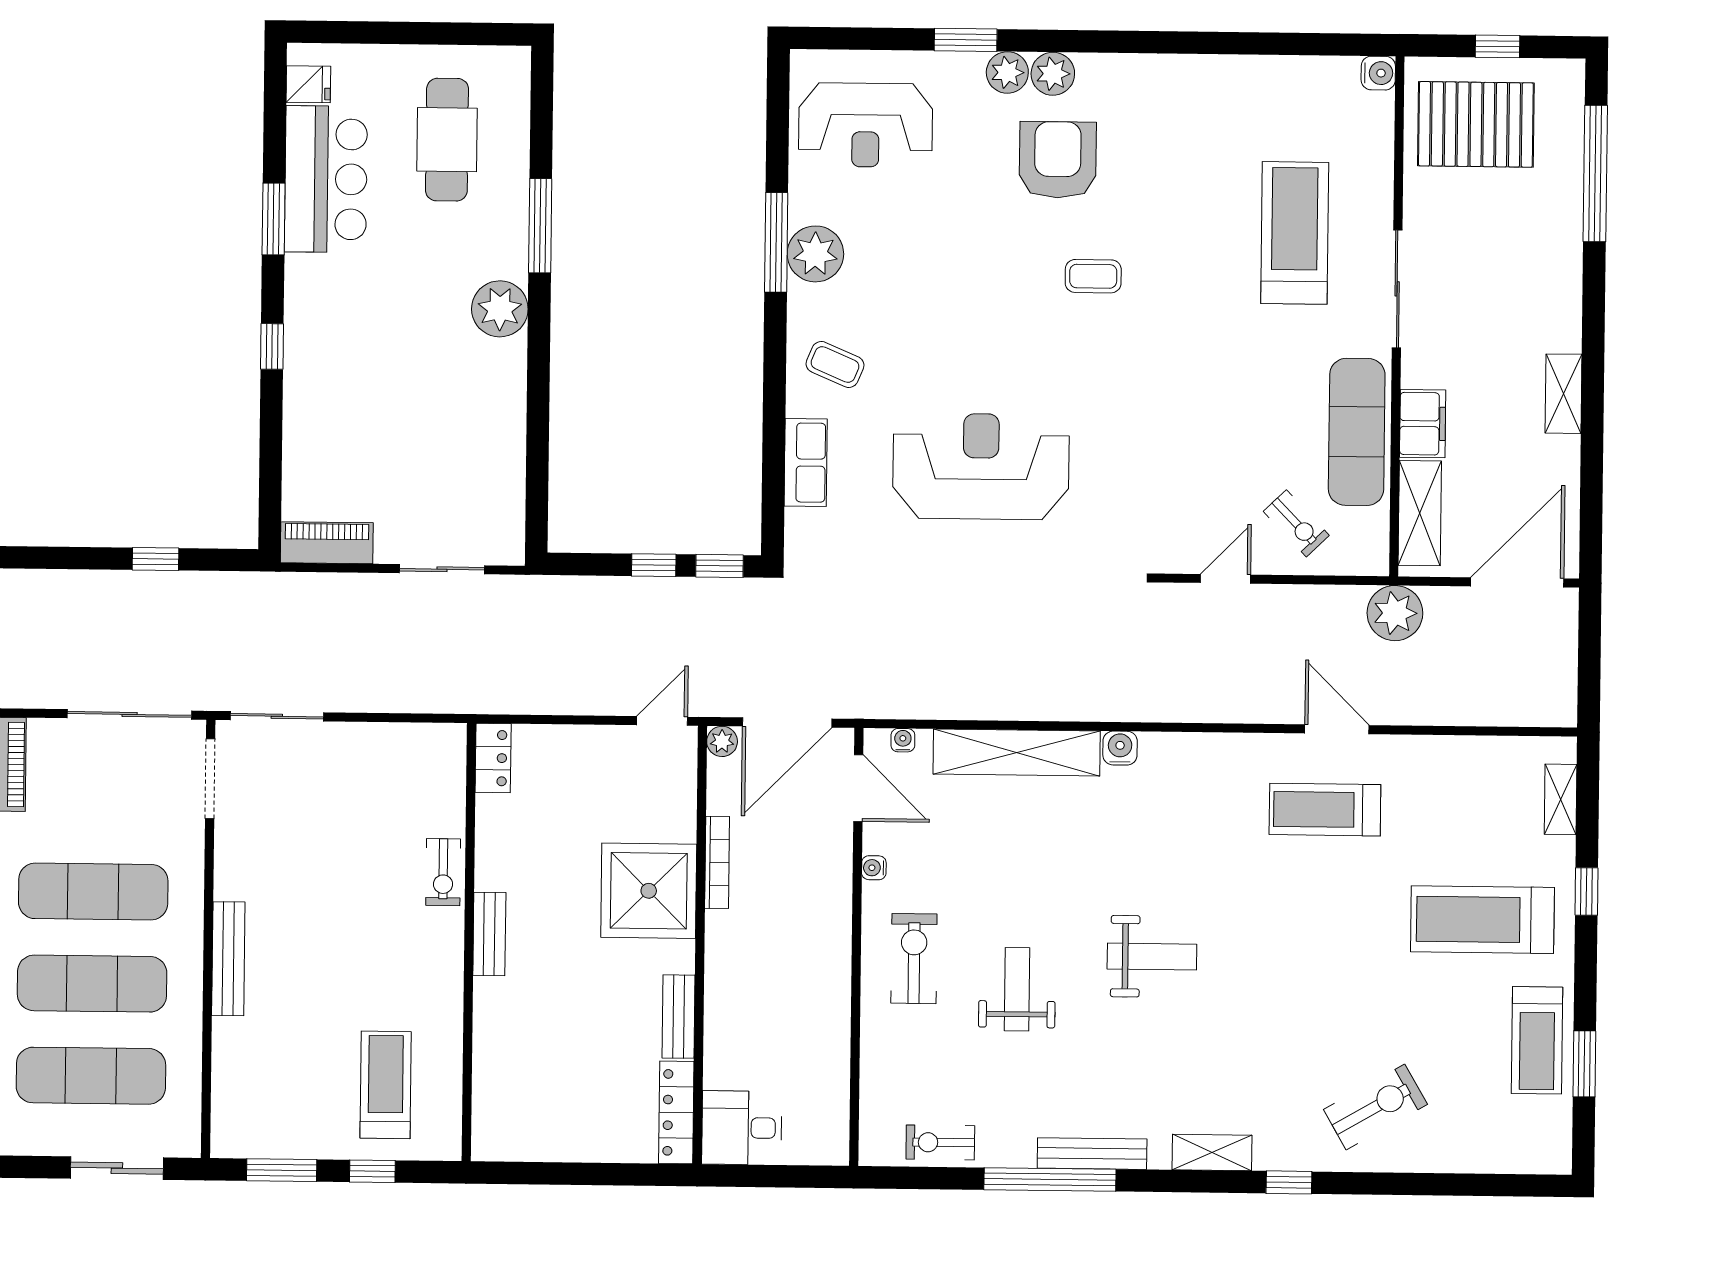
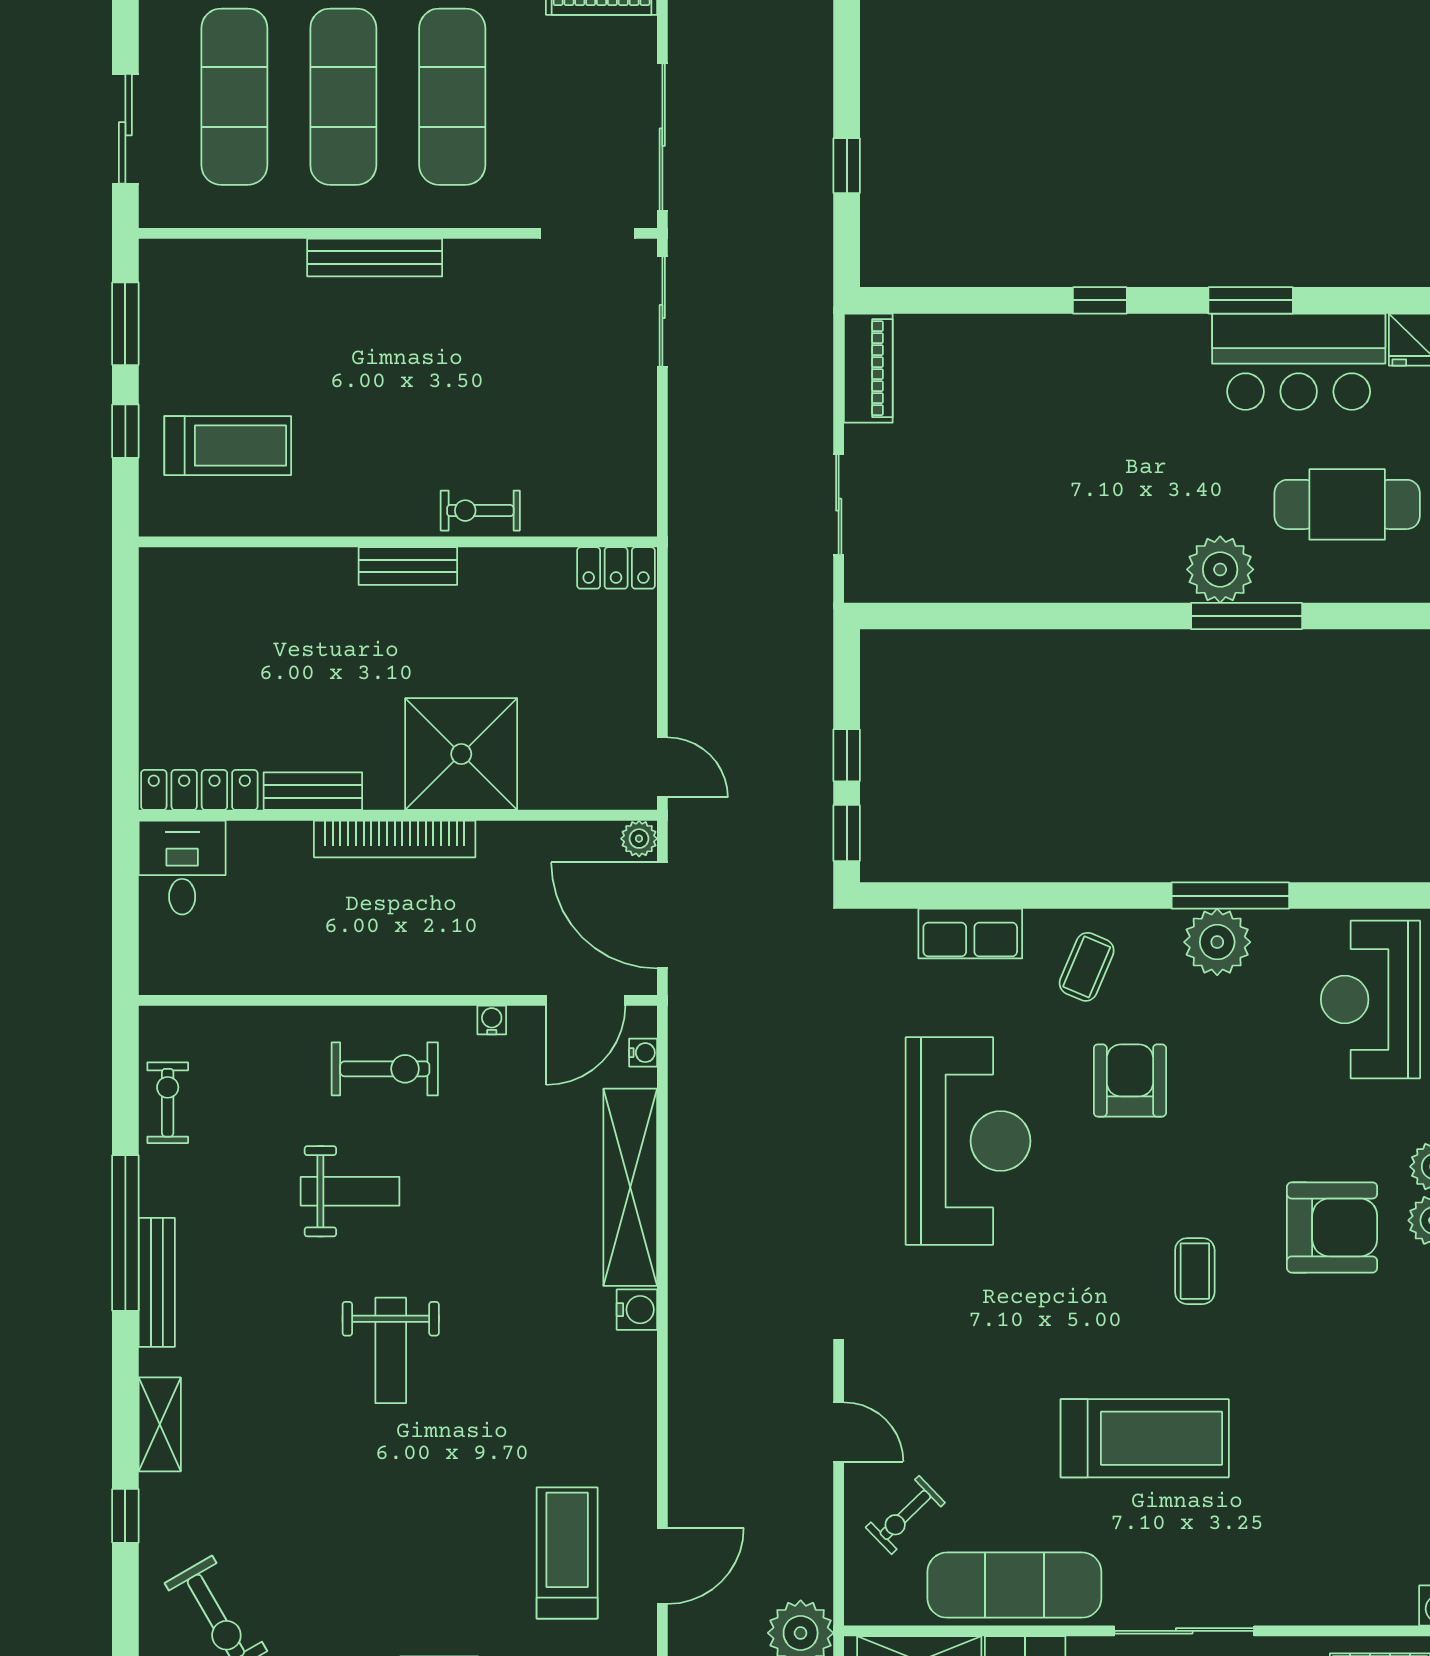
treadmill: (1295, 233) -> (1145, 1438), moved
plant: (500, 309) -> (1220, 569), moved
armchair: (931, 329) -> (1130, 1080), added
bookcase: (717, 862) -> (395, 839), moved, width x1.48, depth x1.31

